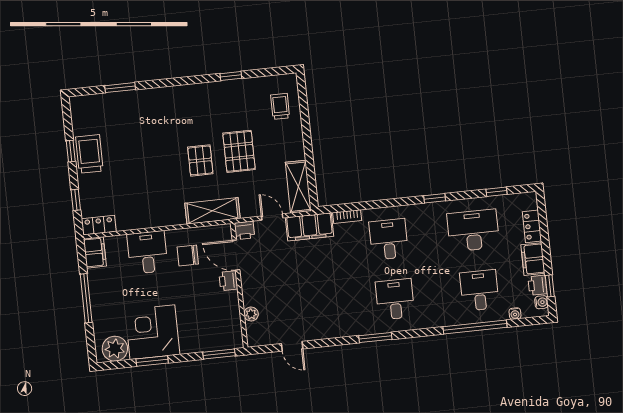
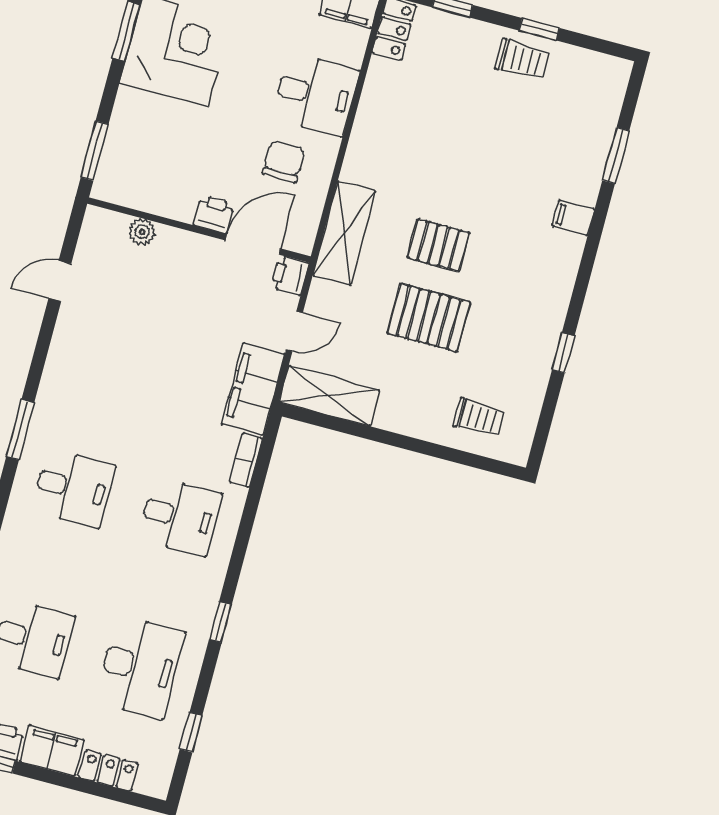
filing cabinet: (160, 97) -> (573, 218), added
trolley: (89, 154) -> (522, 59), width x0.73, depth x0.72

